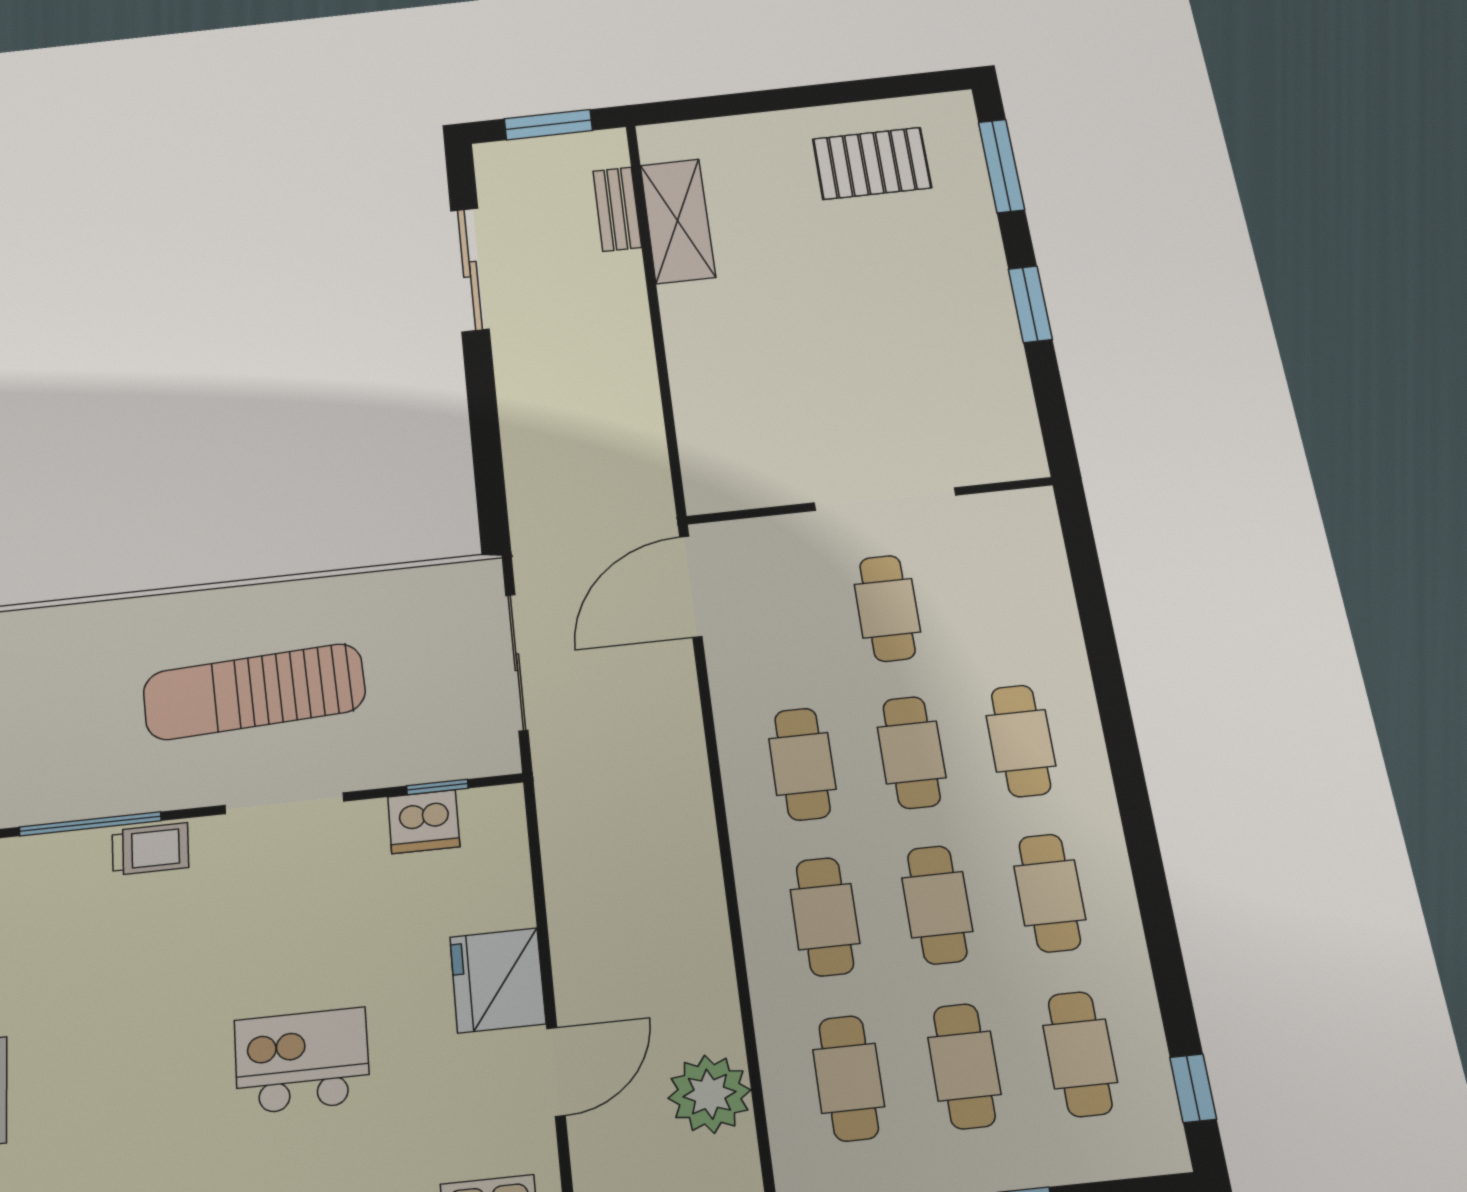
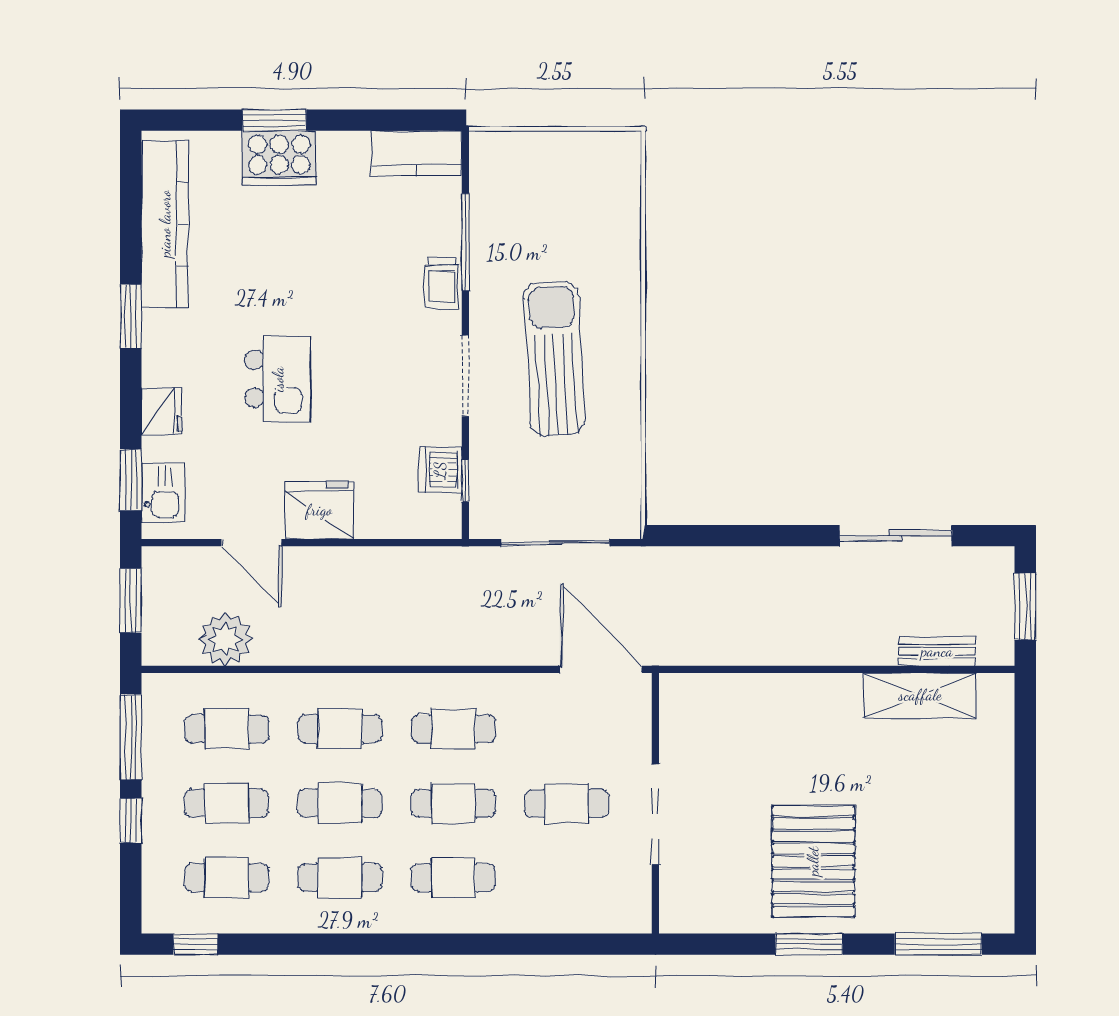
pallet: (872, 163) -> (813, 861), moved, width x1.37, depth x1.41

